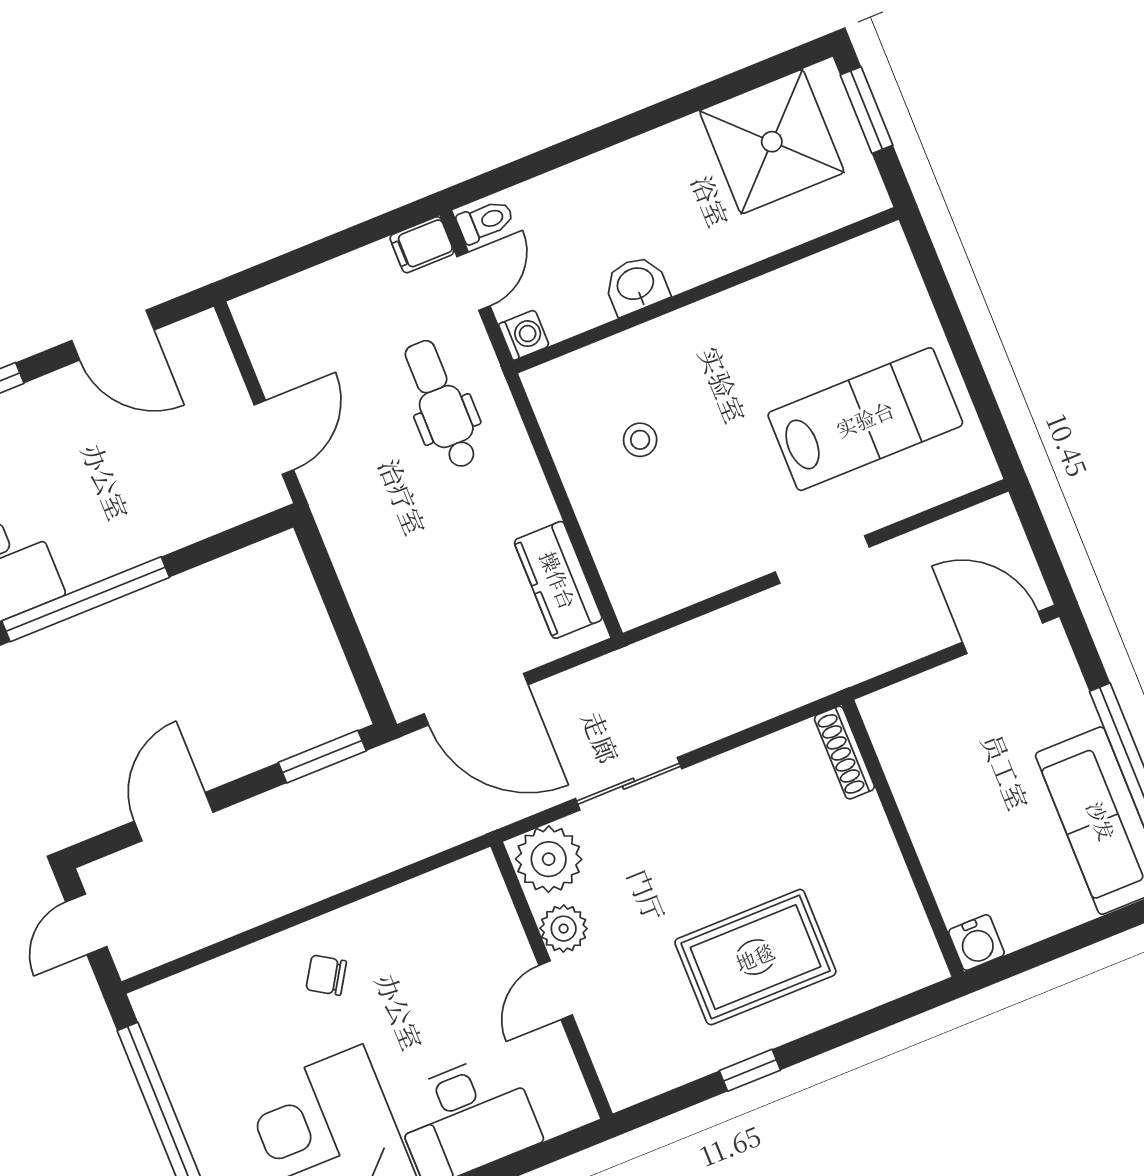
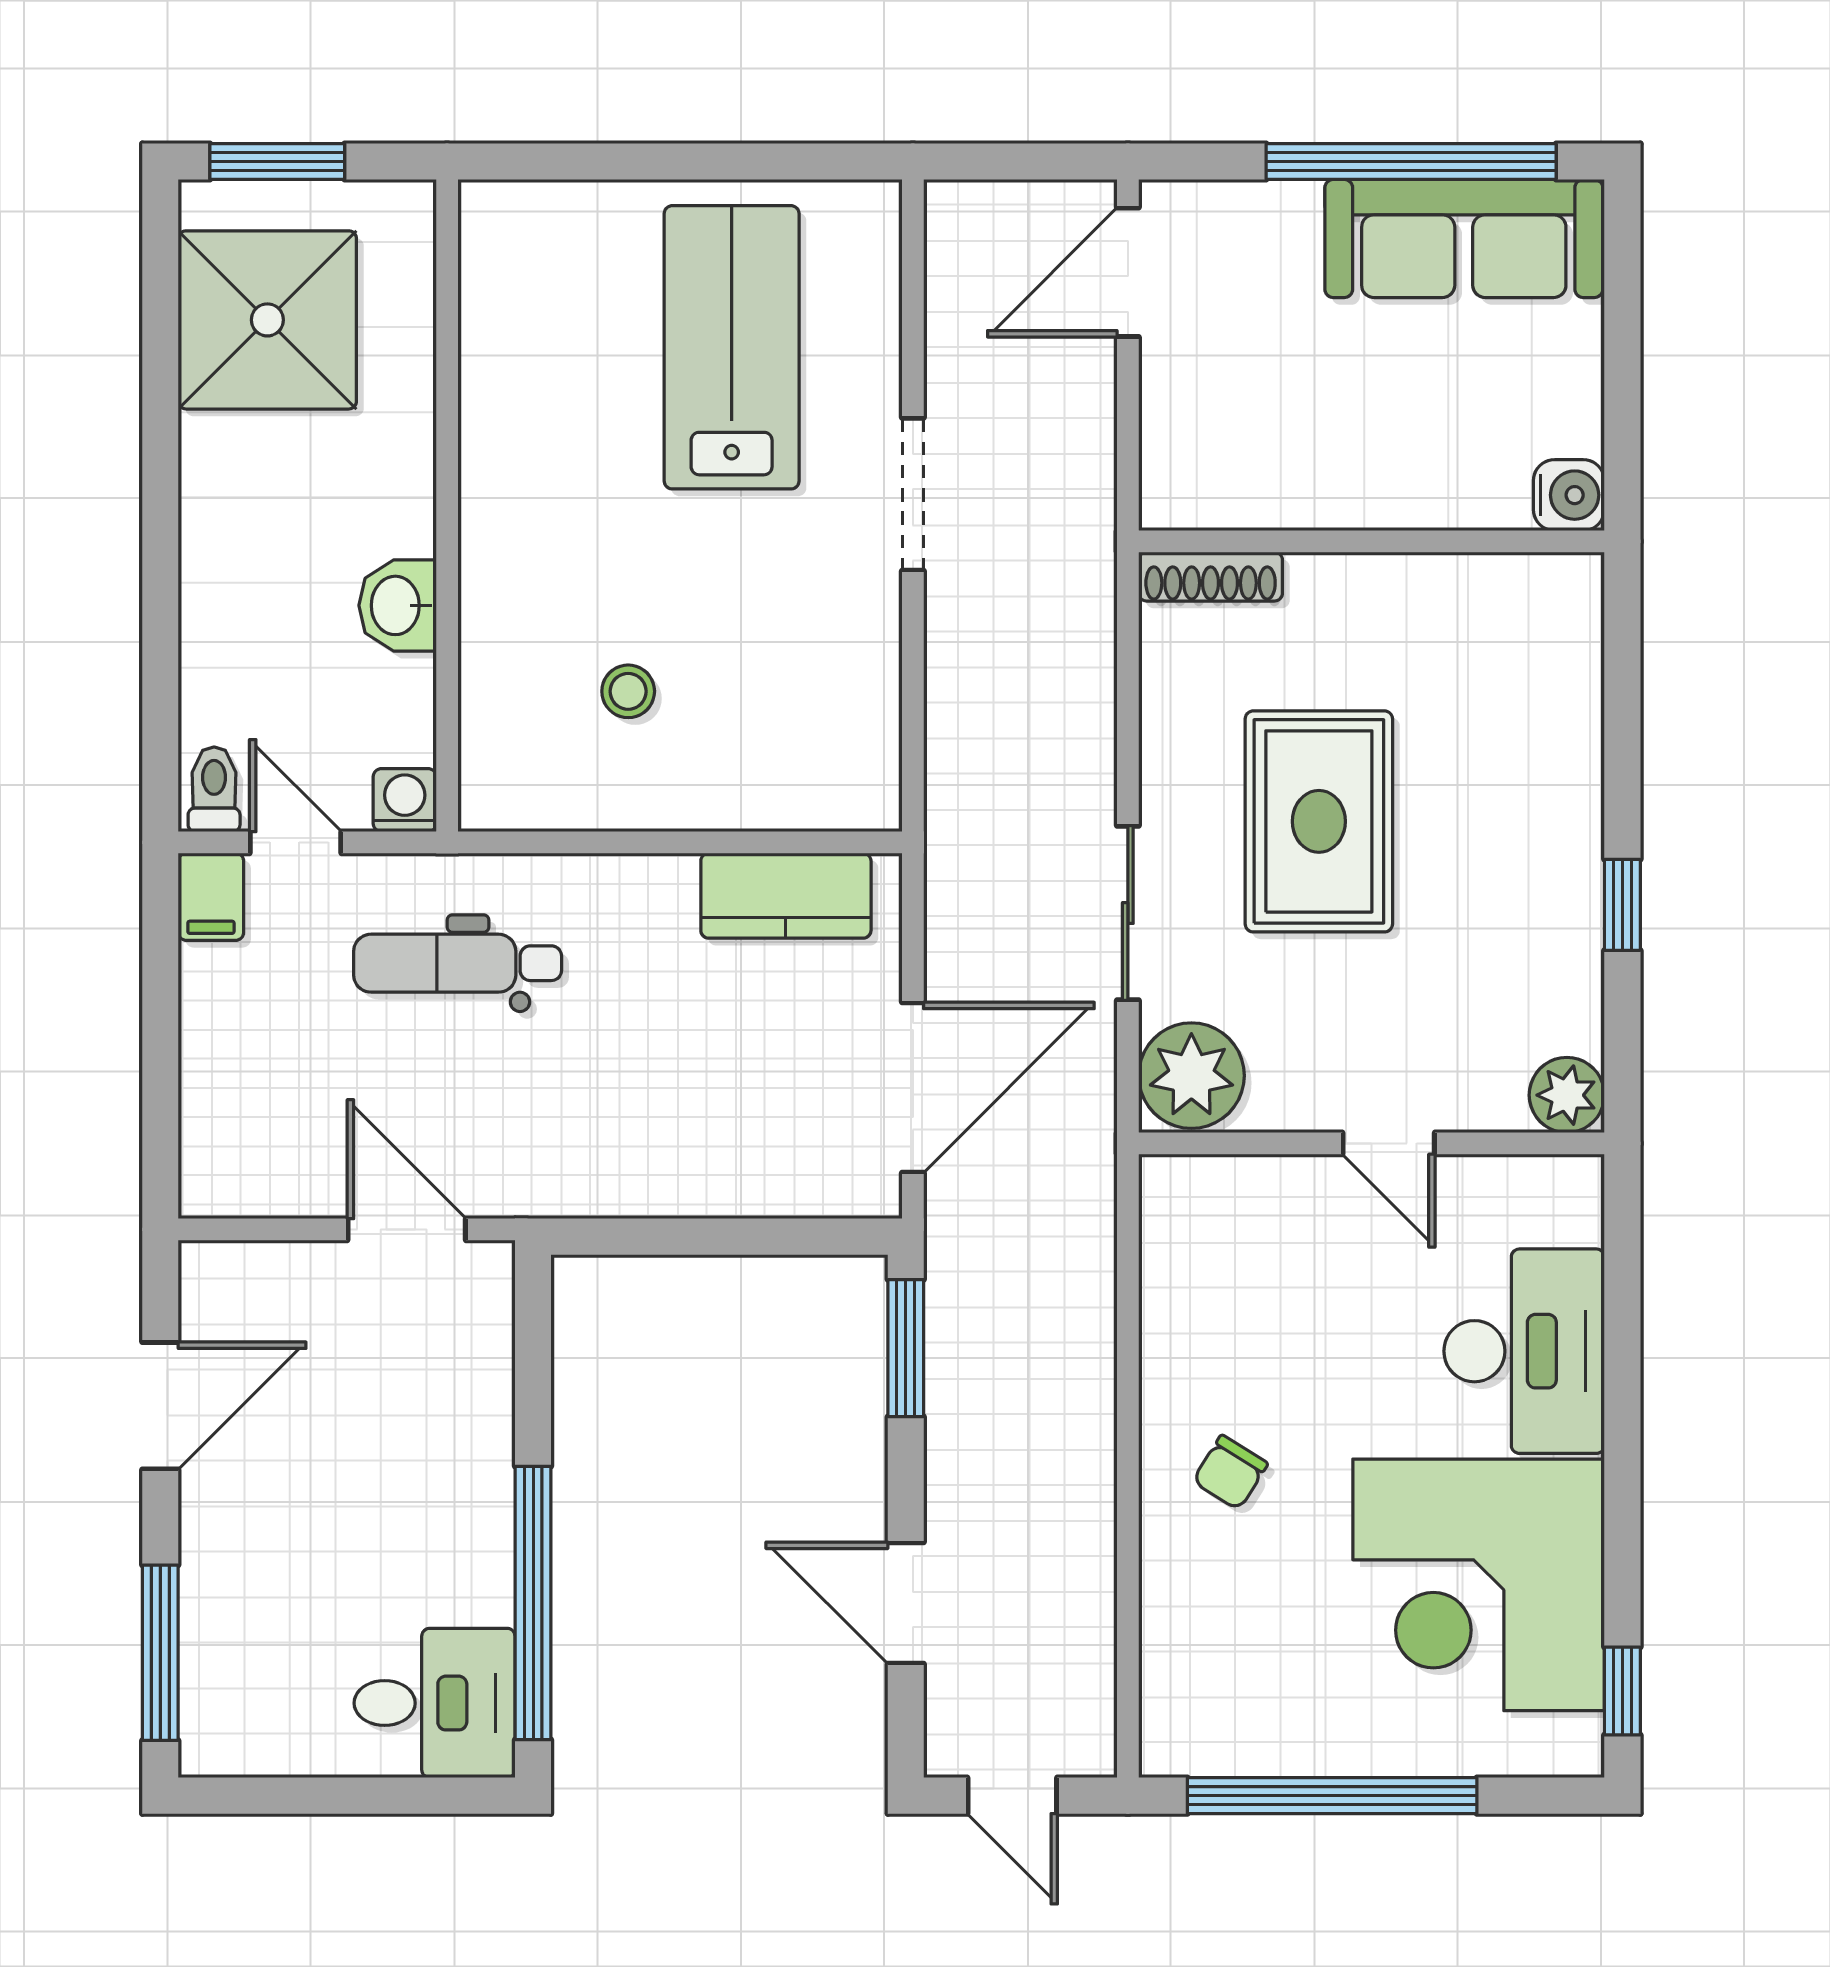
plant: (564, 929) -> (1567, 1095), moved
rug: (755, 957) -> (1319, 821), moved

